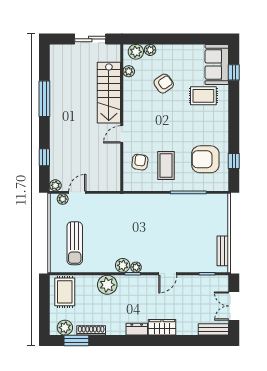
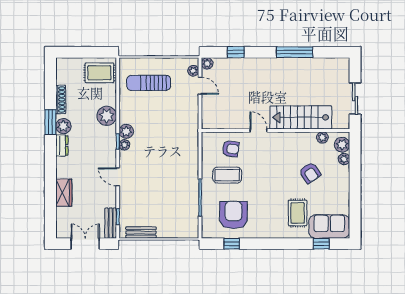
wardrobe: (162, 327) -> (64, 193), moved
plant: (65, 328) -> (63, 126), moved
bench: (213, 329) -> (111, 223), moved
window: (76, 340) -> (50, 122), moved

